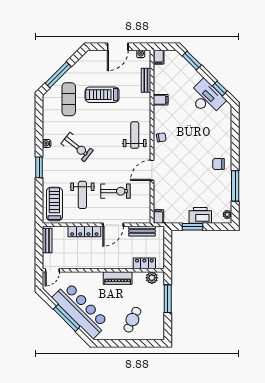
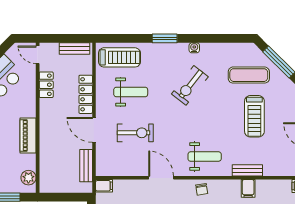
bench: (146, 80) -> (247, 170), moved
treadmill: (102, 95) -> (254, 116), turned 180
exercise bike: (115, 191) -> (135, 133), turned -90
weight bench: (82, 195) -> (131, 92), turned 180
locker: (144, 263) -> (46, 85), moved

